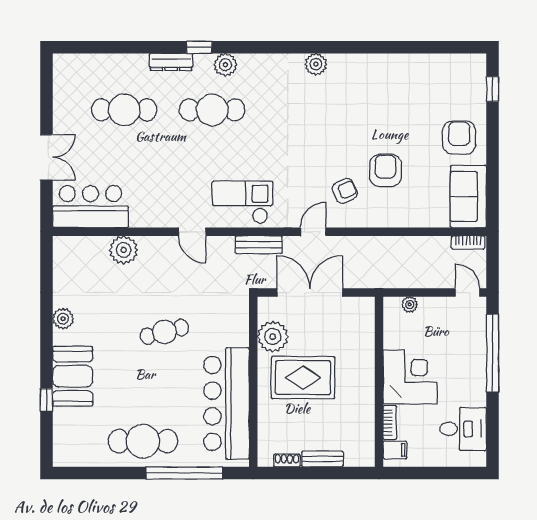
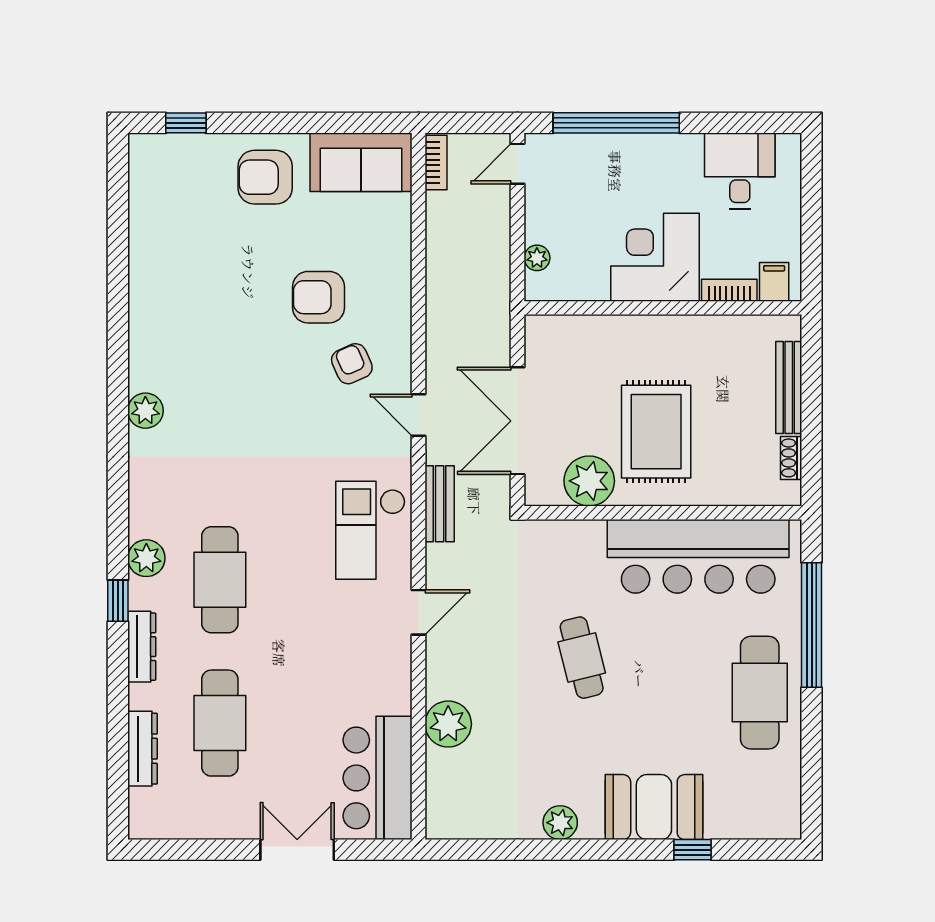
dresser: (108, 62) -> (142, 749), added
bench: (323, 459) -> (789, 388), width x1.36

